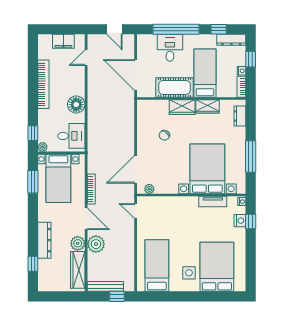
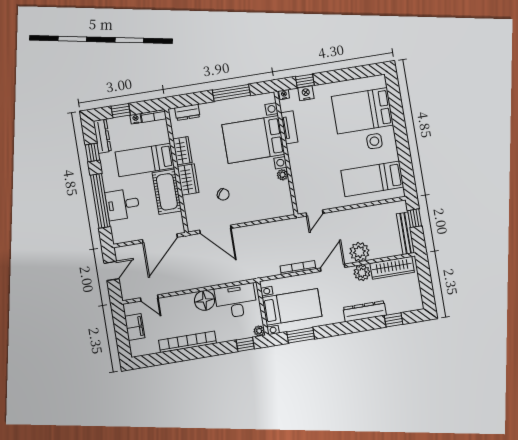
desk: (71, 136) -> (236, 301), width x1.37
door: (136, 169) -> (215, 229), moved
plant: (149, 189) -> (283, 175), moved

